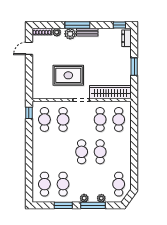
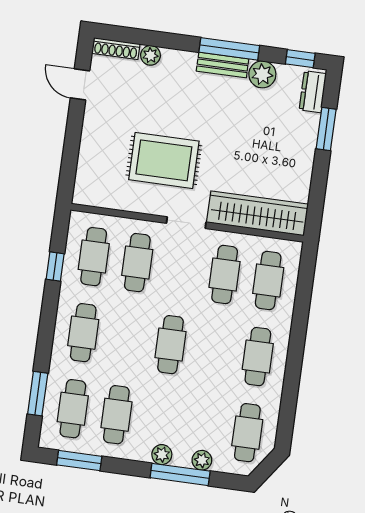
window: (77, 25) -> (229, 49), moved
plant: (70, 34) -> (262, 74), moved
door: (29, 48) -> (80, 84), hinge flipped
window: (134, 67) -> (326, 129), moved
window: (29, 113) -> (55, 267), moved
cafe table: (44, 152) -> (83, 333), added
cafe table: (100, 152) -> (258, 357), moved
window: (29, 180) -> (38, 394), added
window: (63, 205) -> (79, 461), moved

